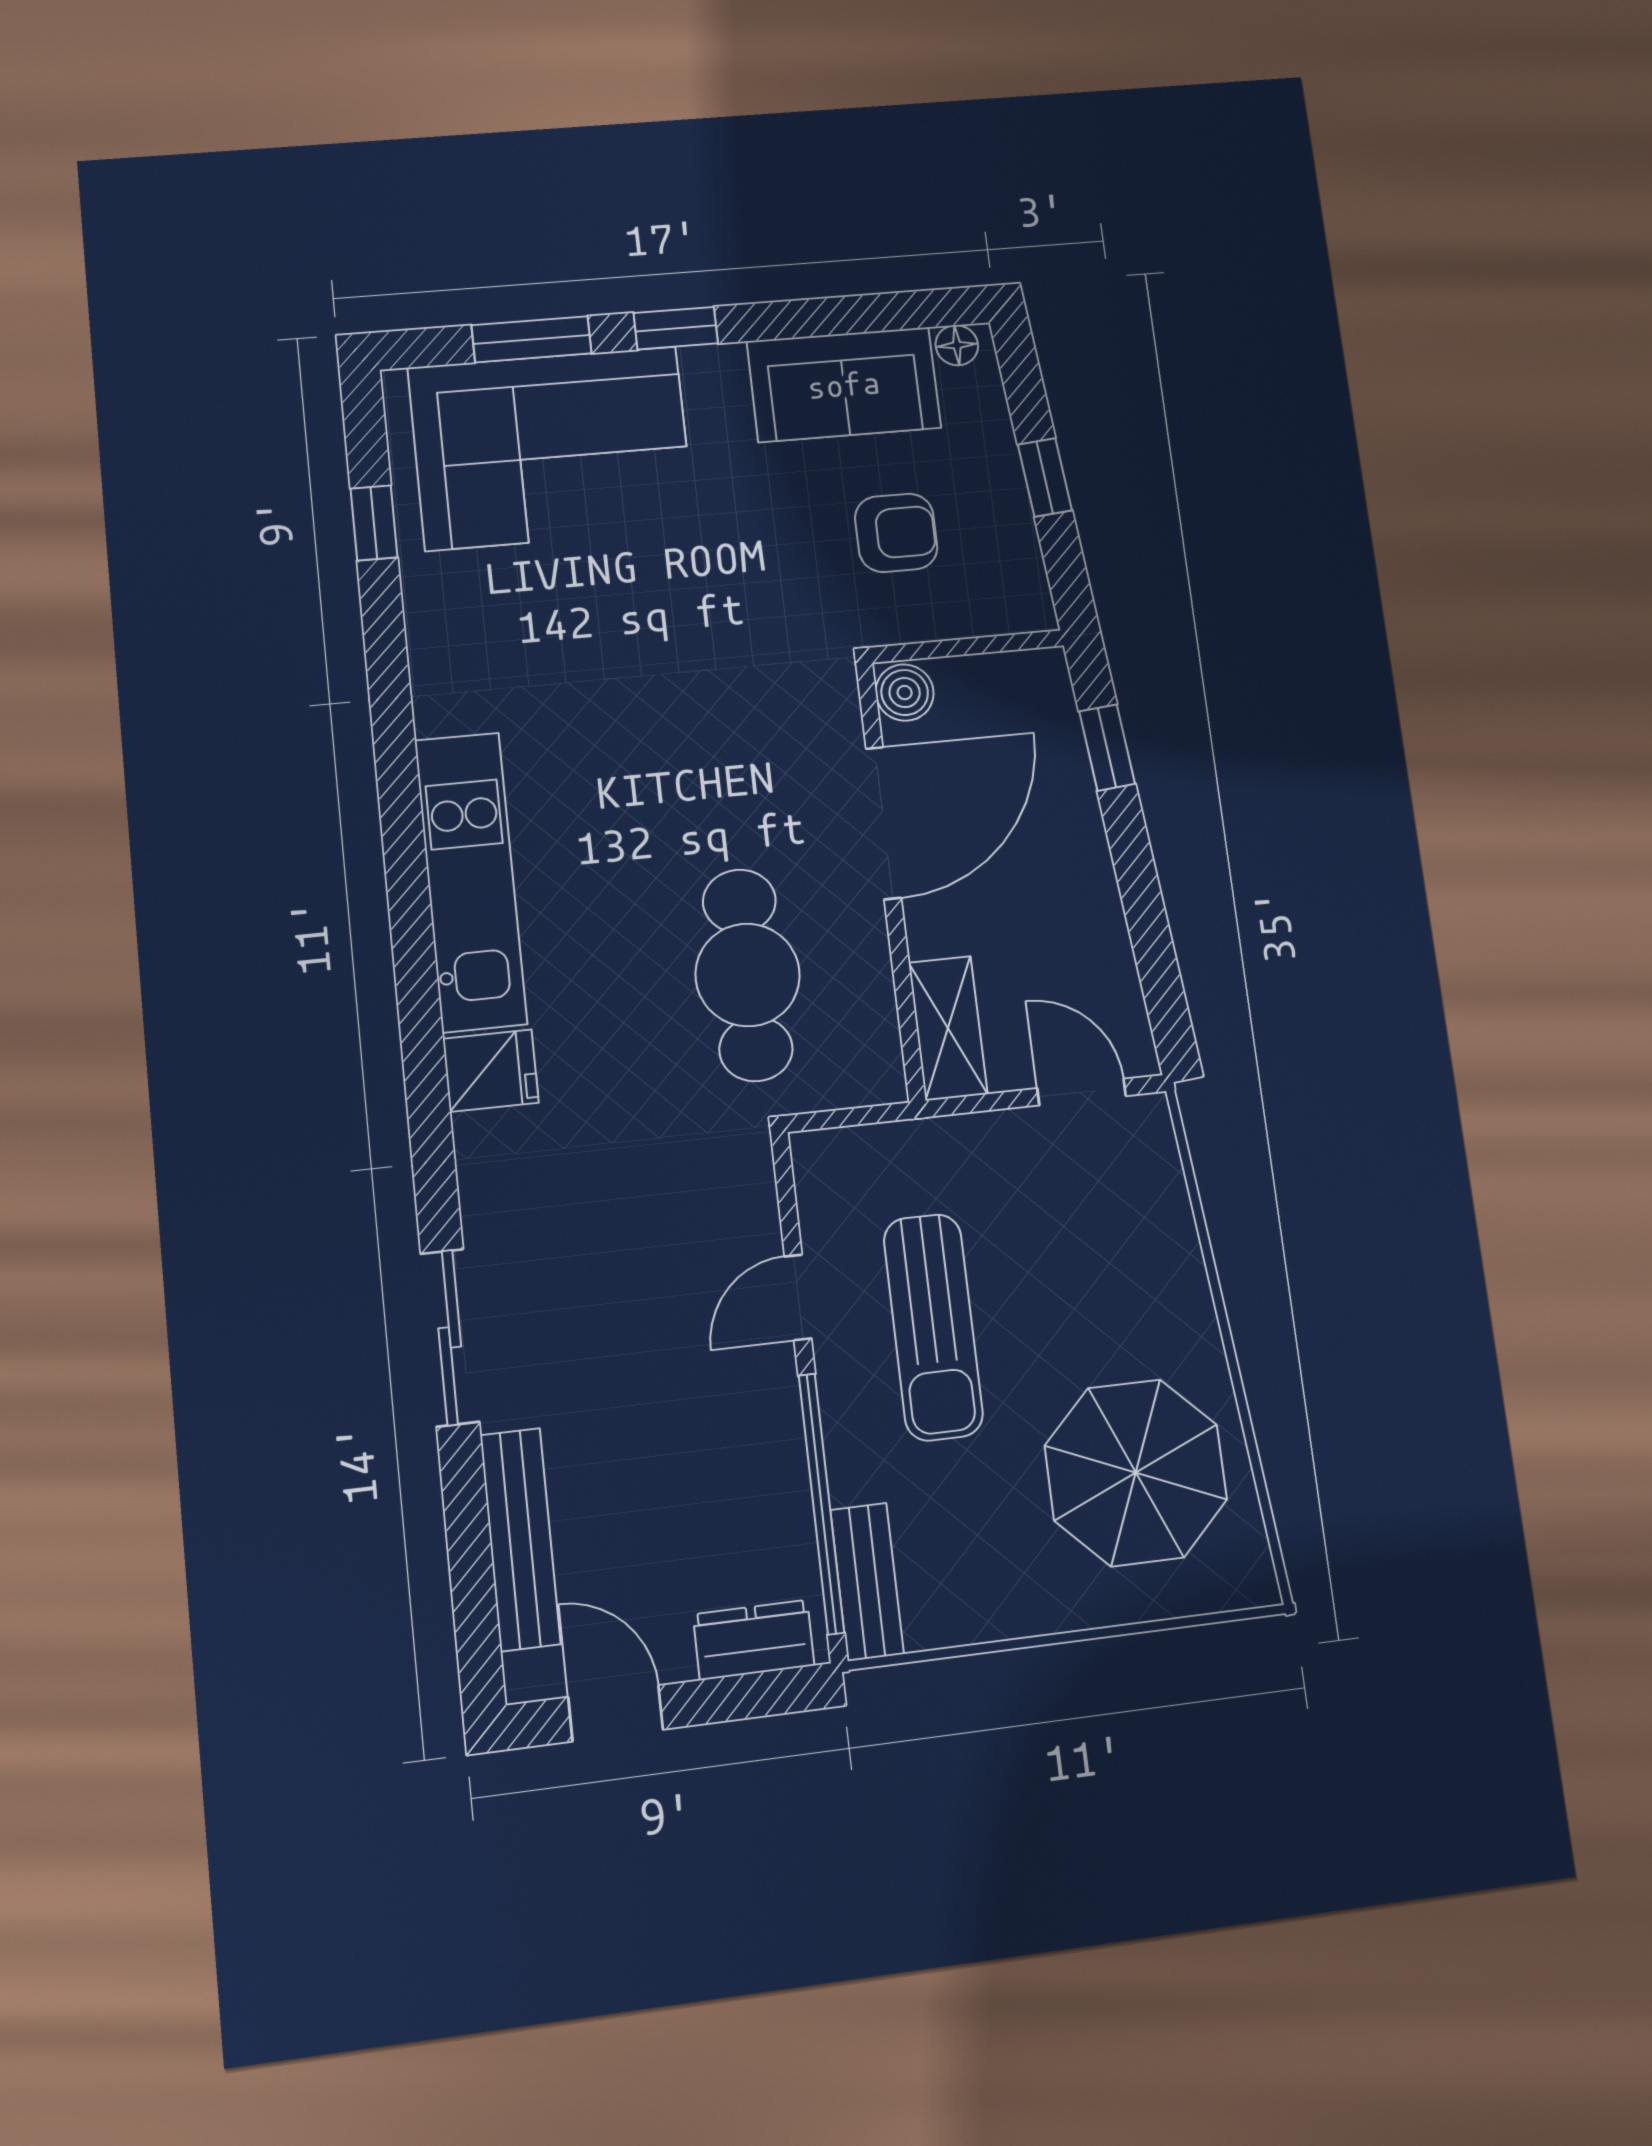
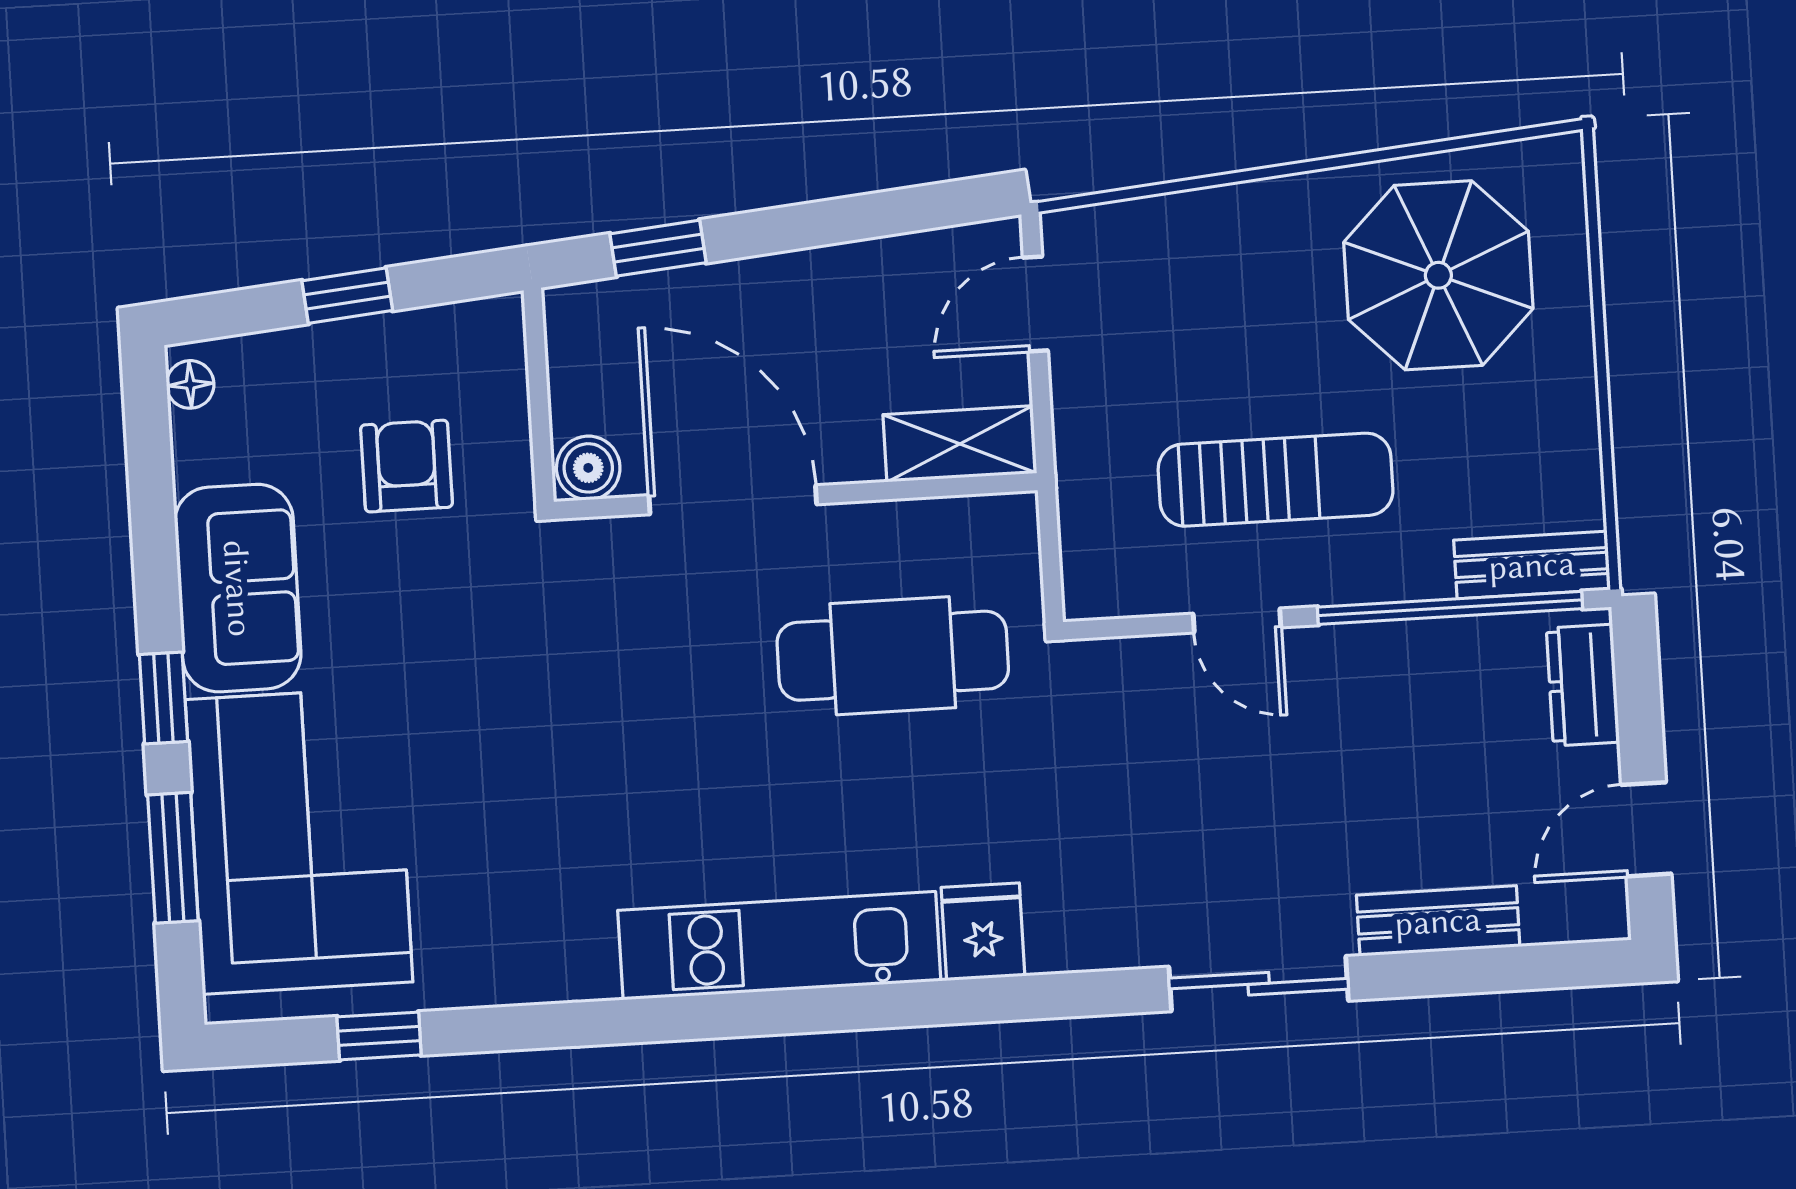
sofa: (844, 385) -> (238, 588), moved
bench: (520, 1539) -> (1438, 921), width x0.73

